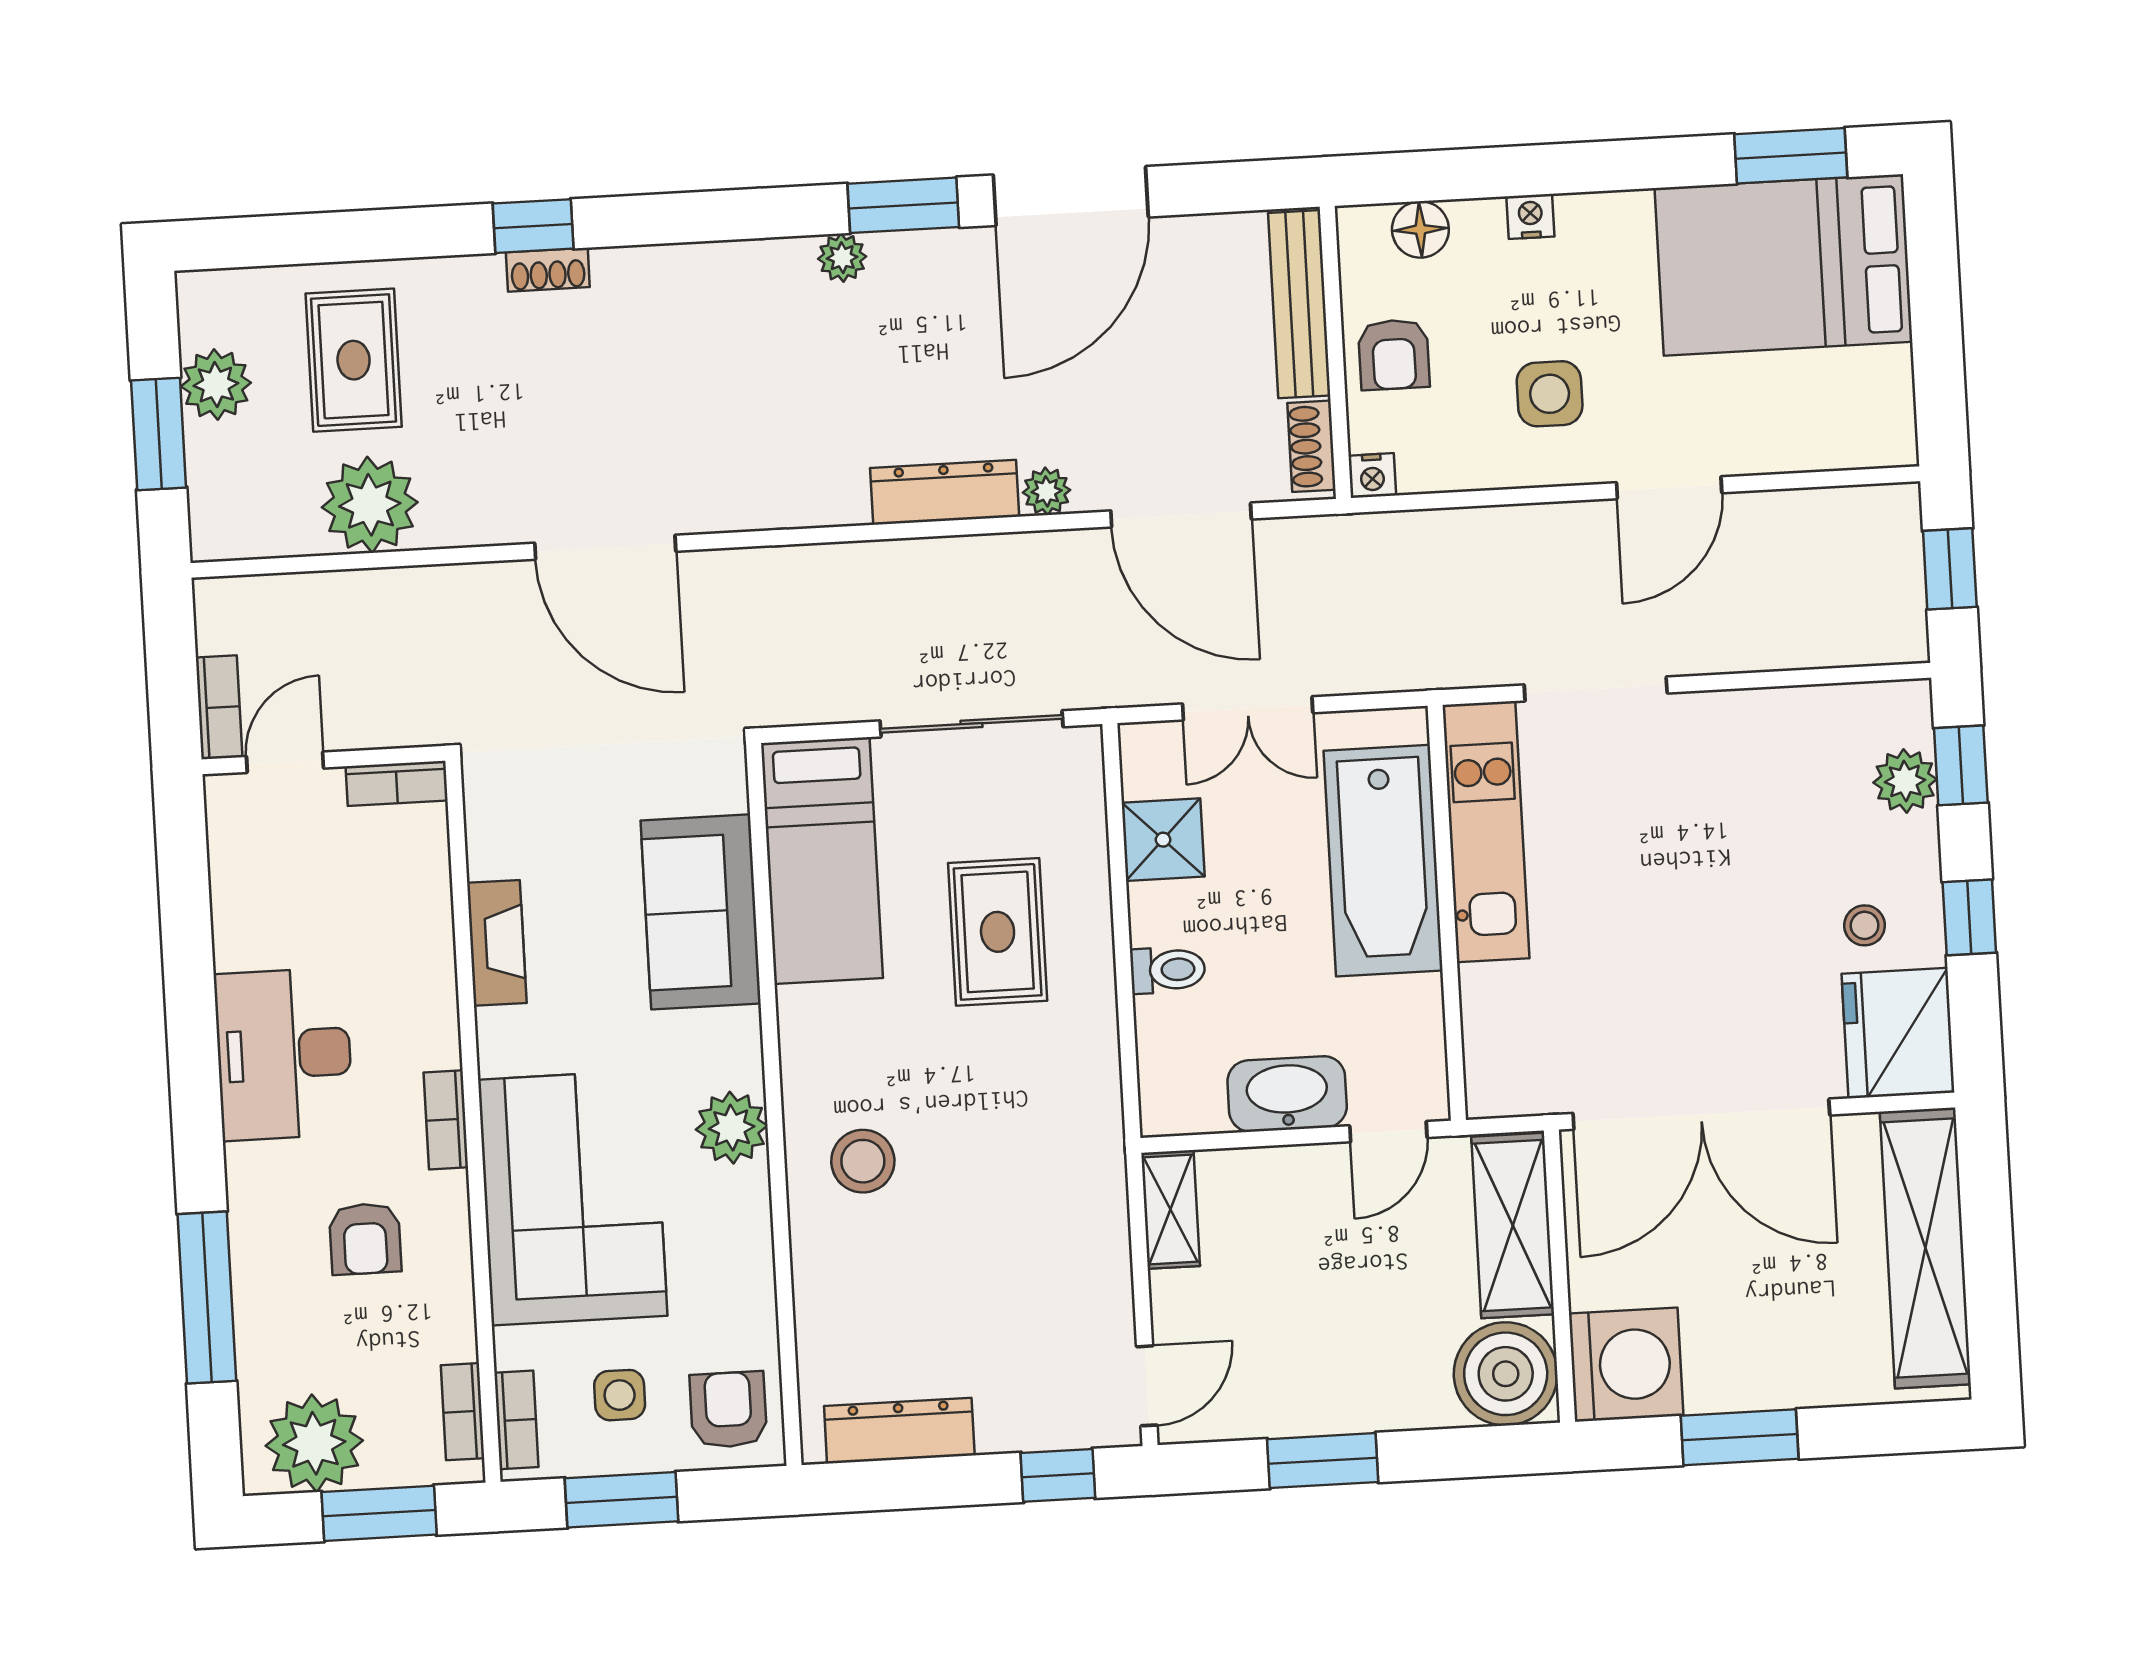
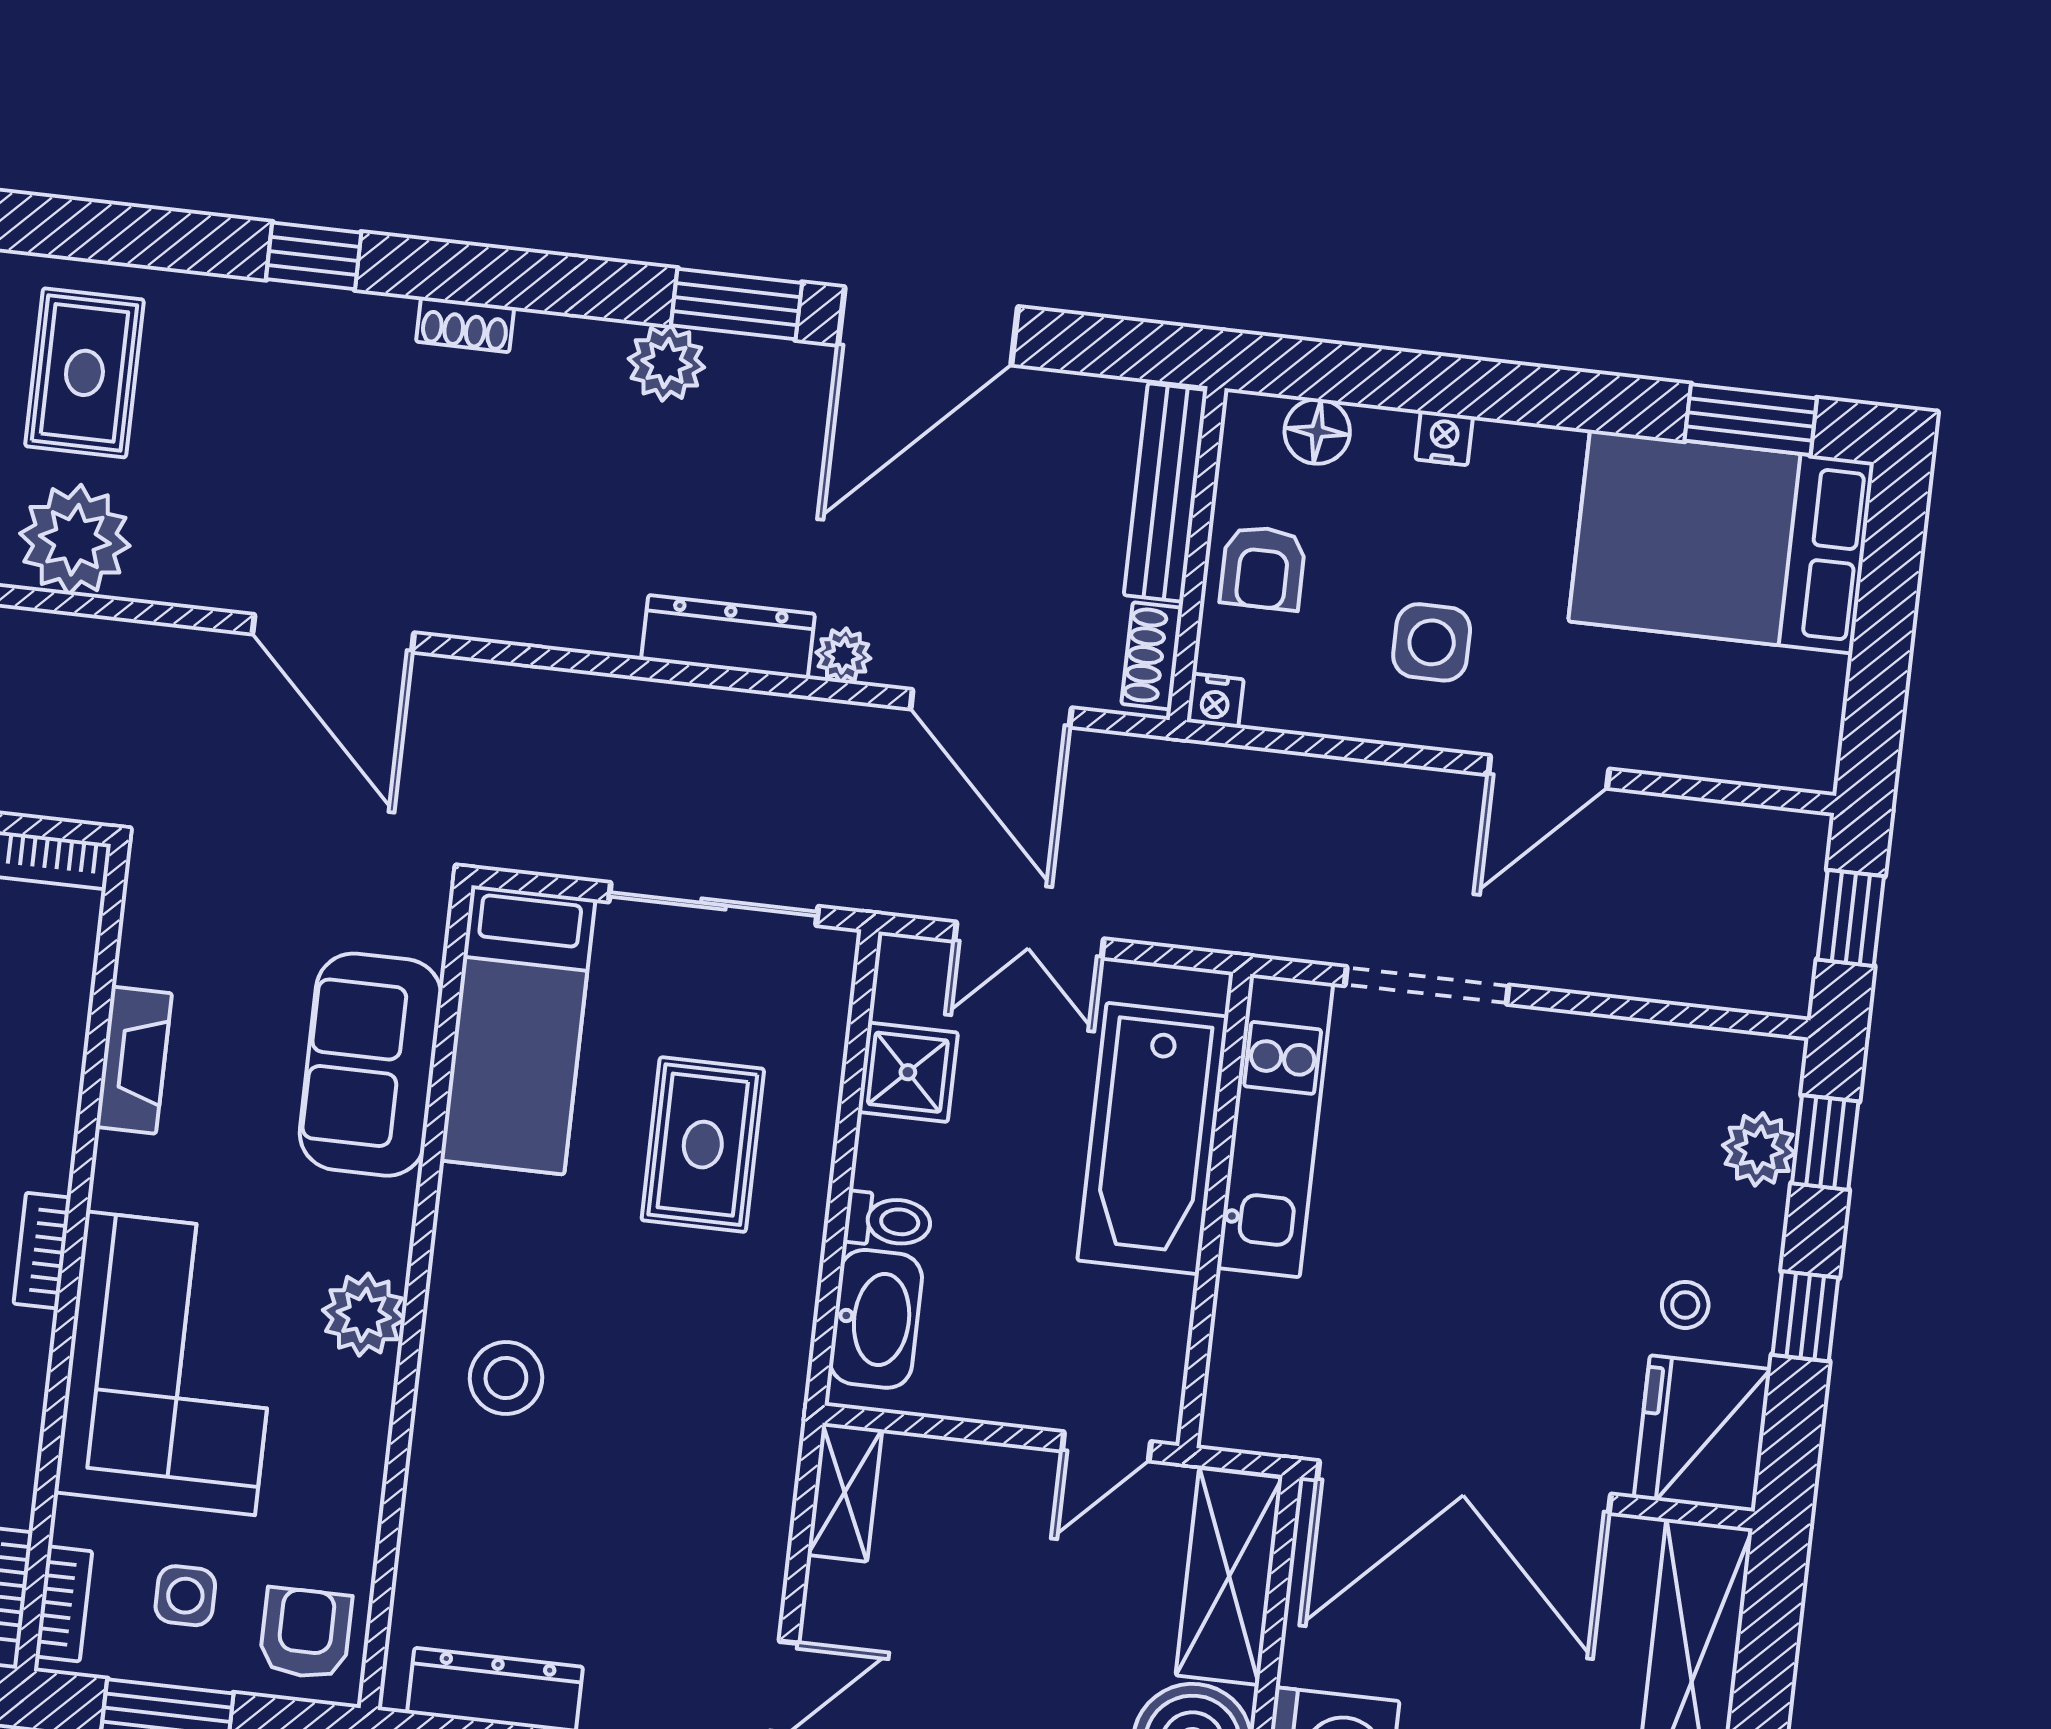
plant: (842, 258) -> (666, 363), width x1.38, depth x1.38
shoe rack: (548, 270) -> (465, 324), moved
washbasin: (1287, 1094) -> (876, 1319), moved, turned 90

